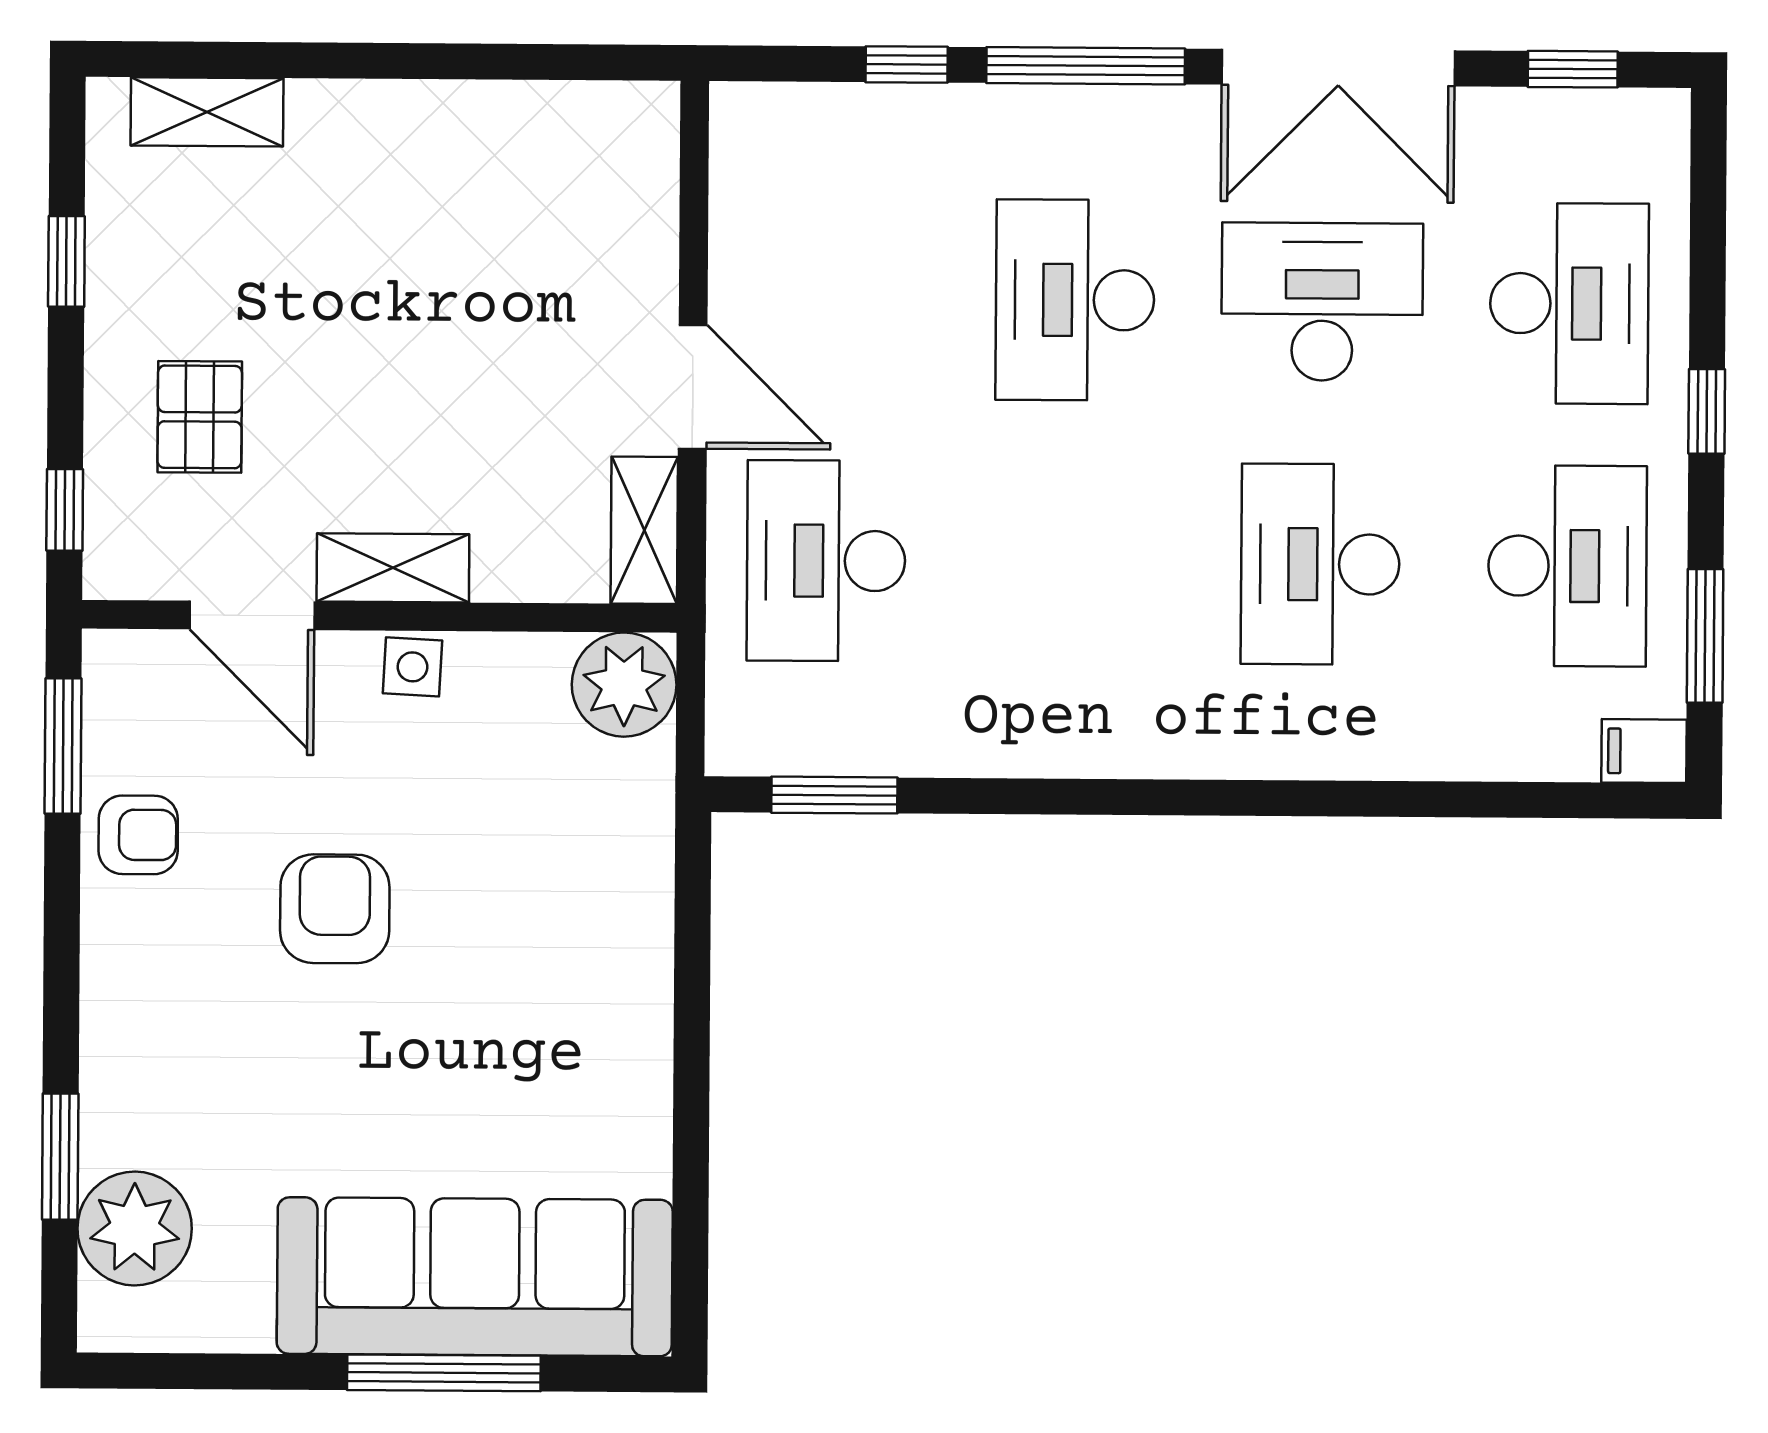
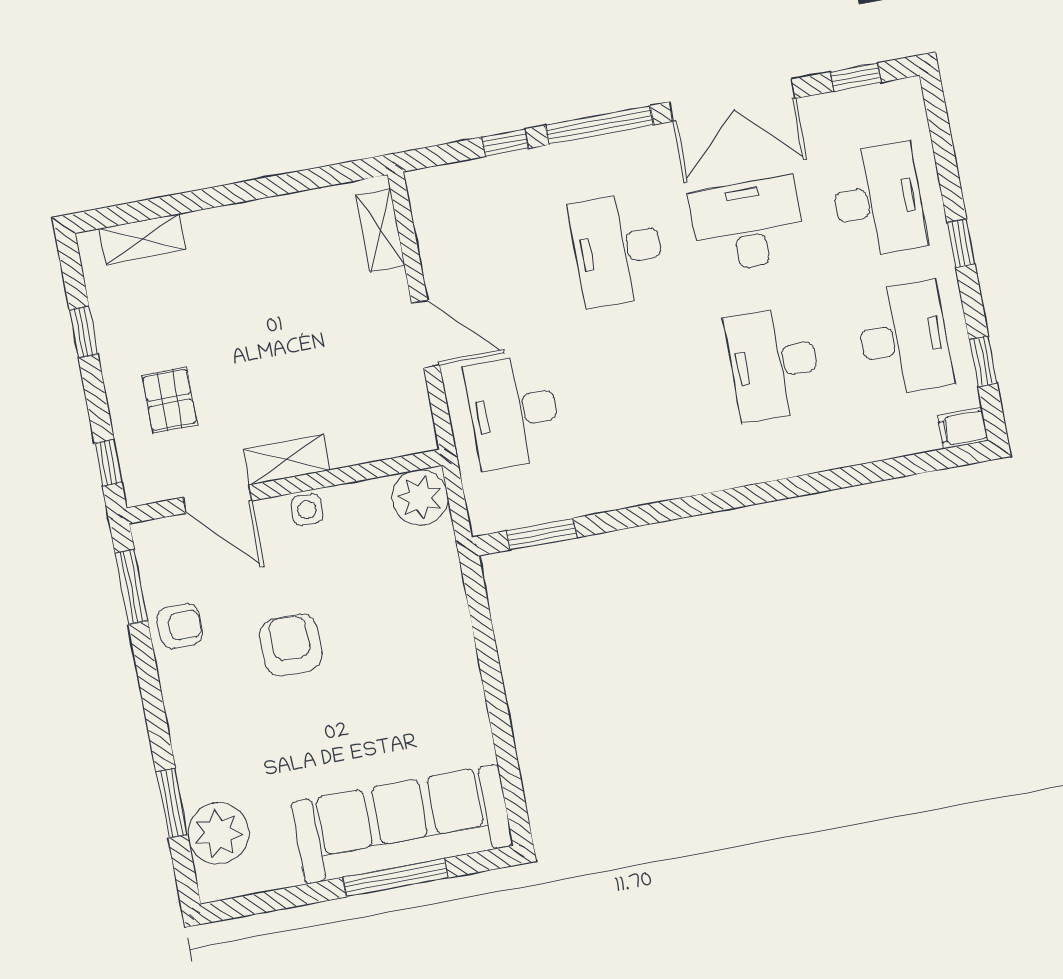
shelving: (644, 530) -> (380, 230), moved
window: (1705, 636) -> (983, 361), width x0.67

